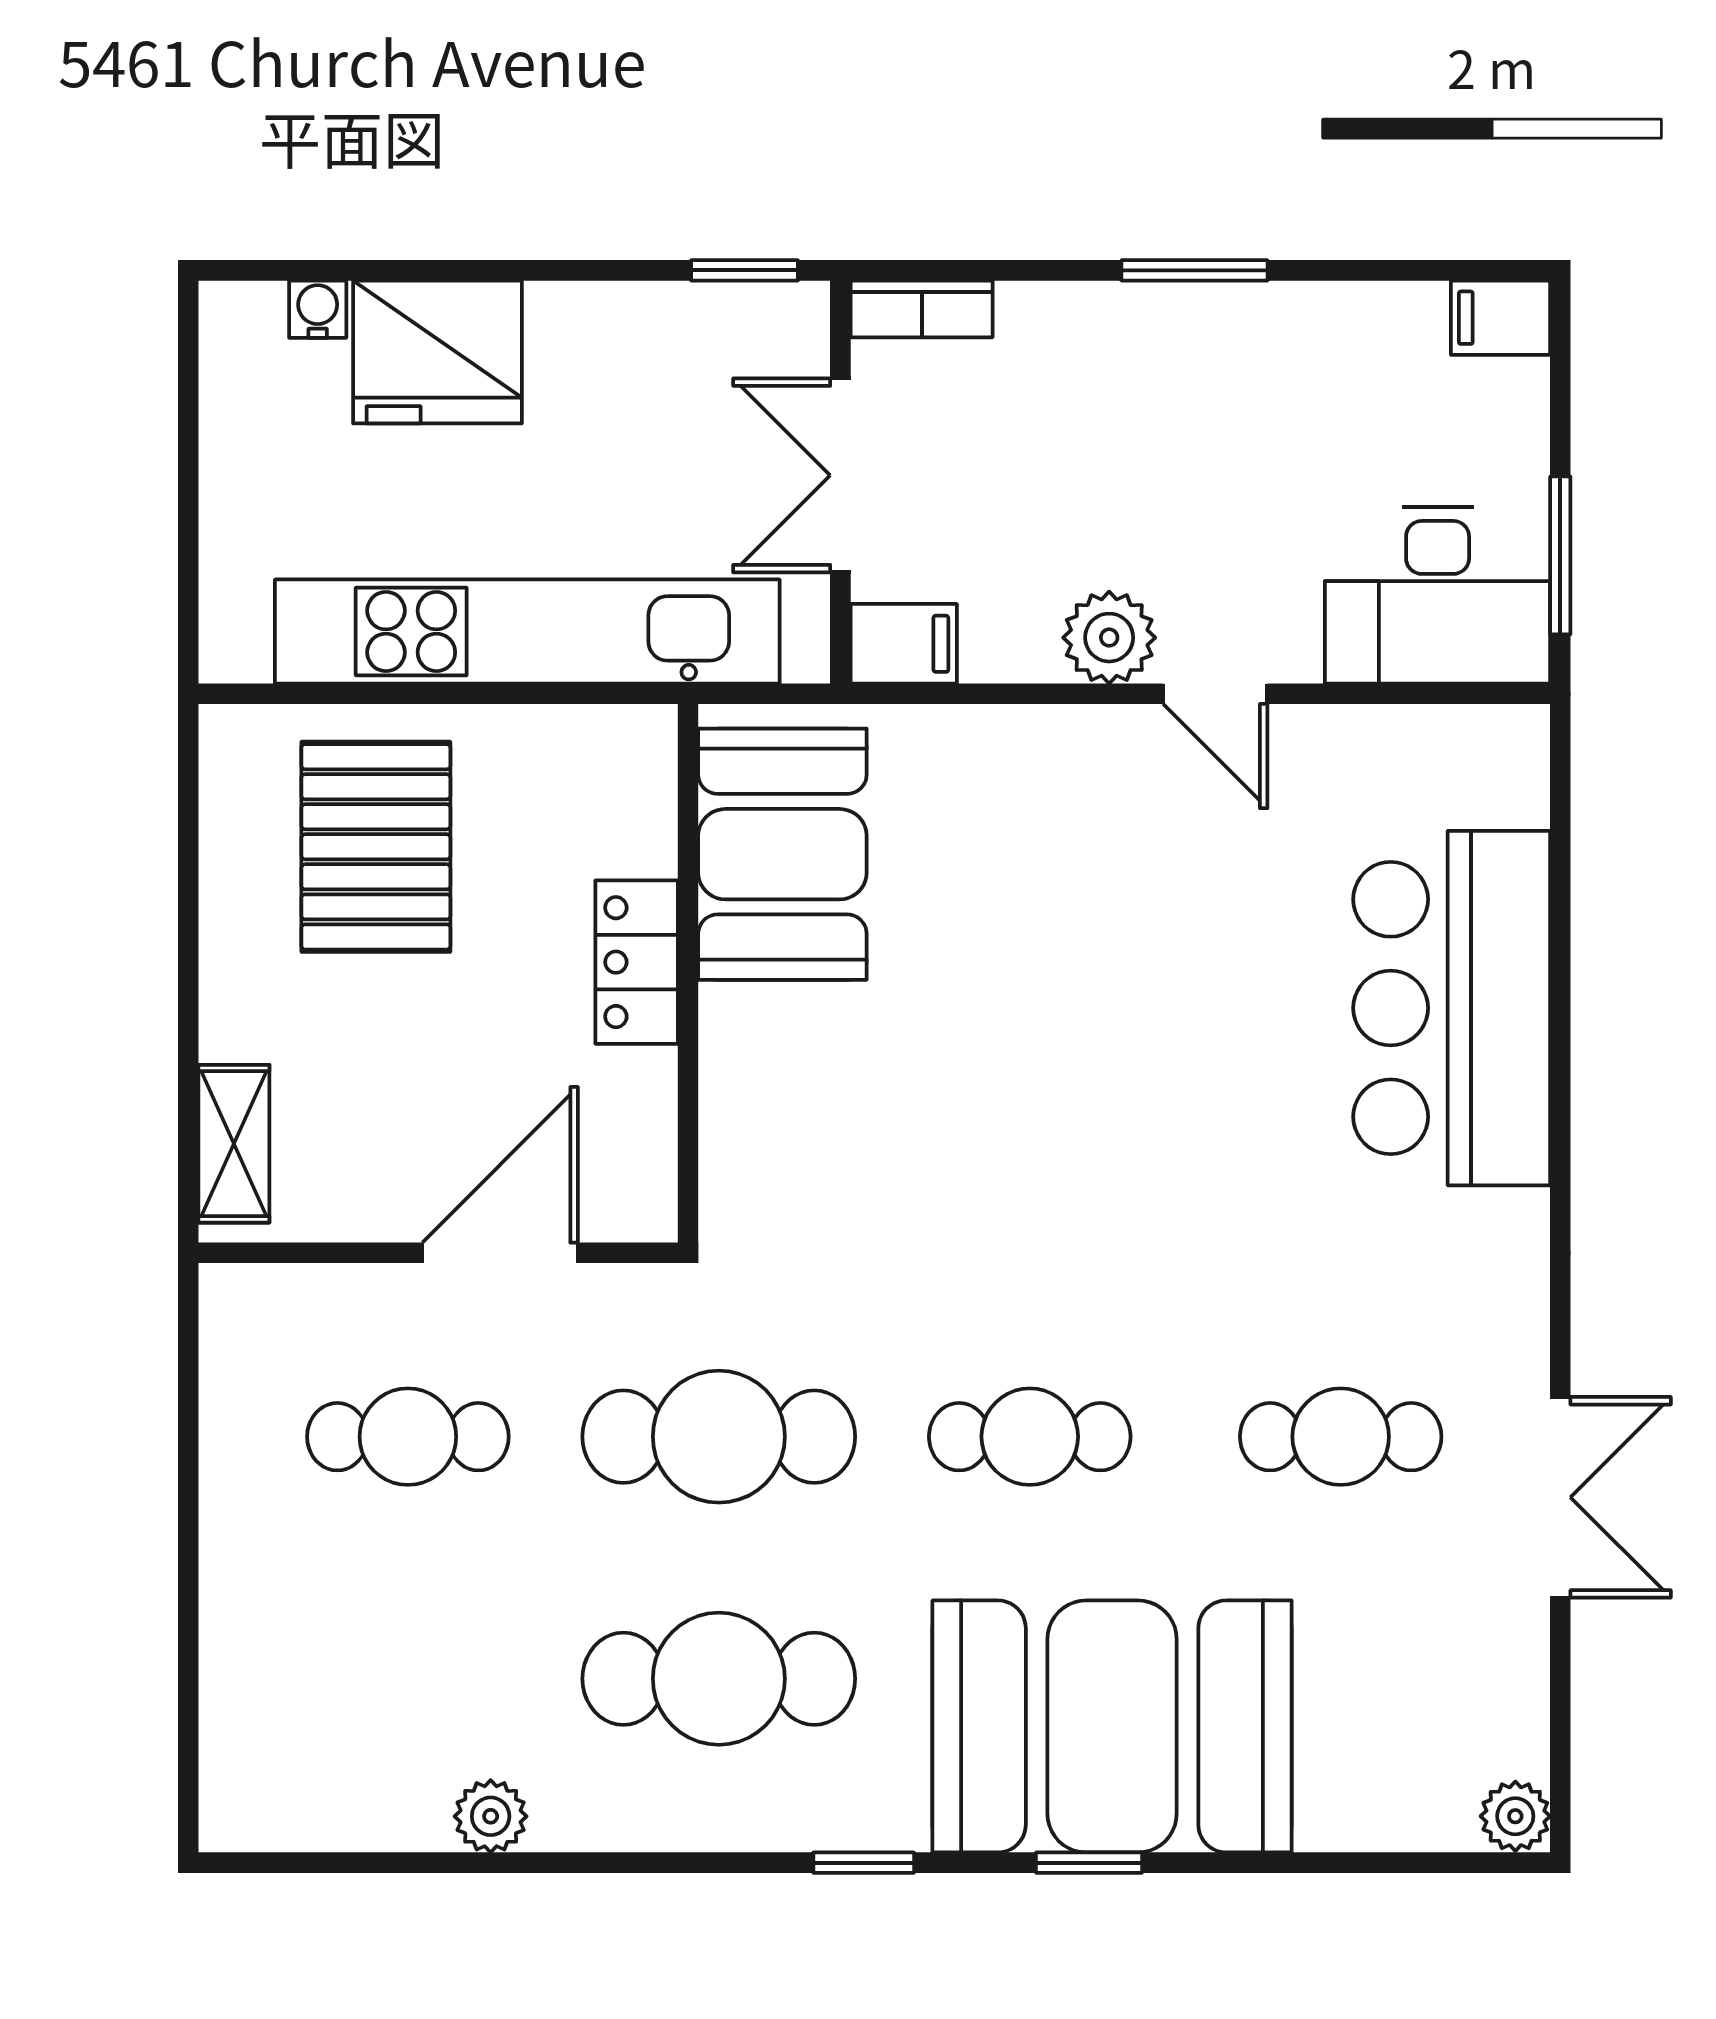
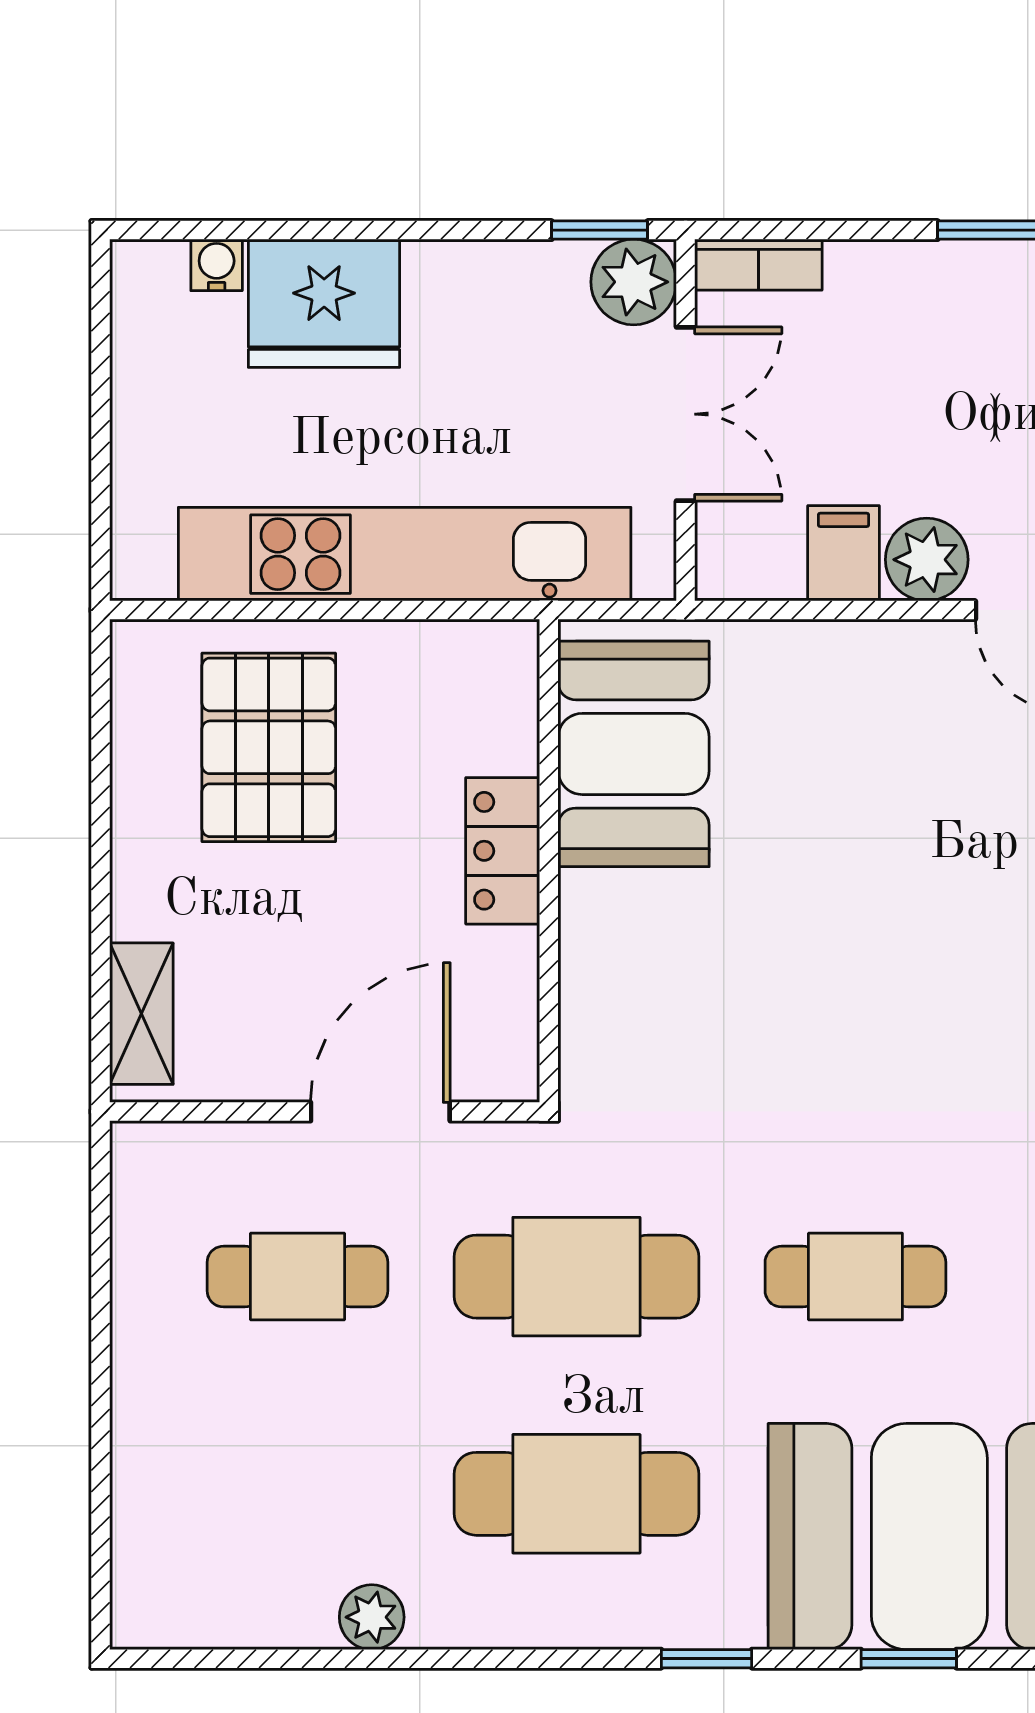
plant: (783, 328) -> (634, 282), added
double door: (840, 475) -> (686, 414), swing flipped
filing cabinet: (904, 644) -> (843, 553), moved, turned -90

